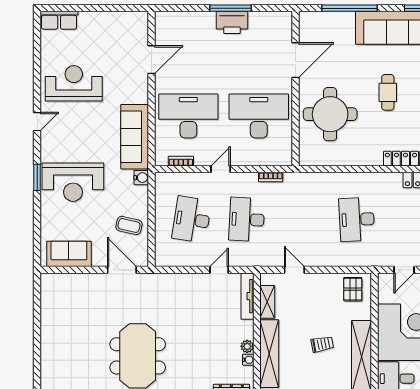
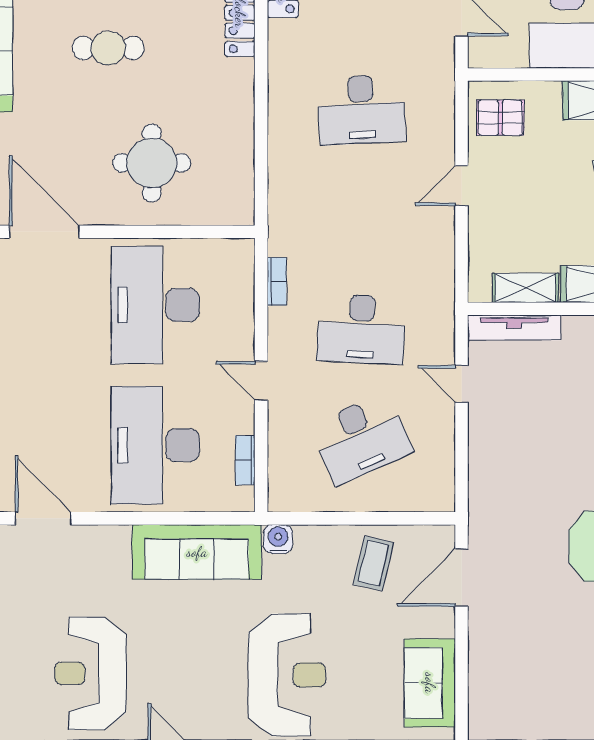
round table: (330, 114) -> (152, 163), width x0.73, depth x0.73
desk: (192, 219) -> (361, 439), turned -33
door: (294, 270) -> (462, 186), moved

